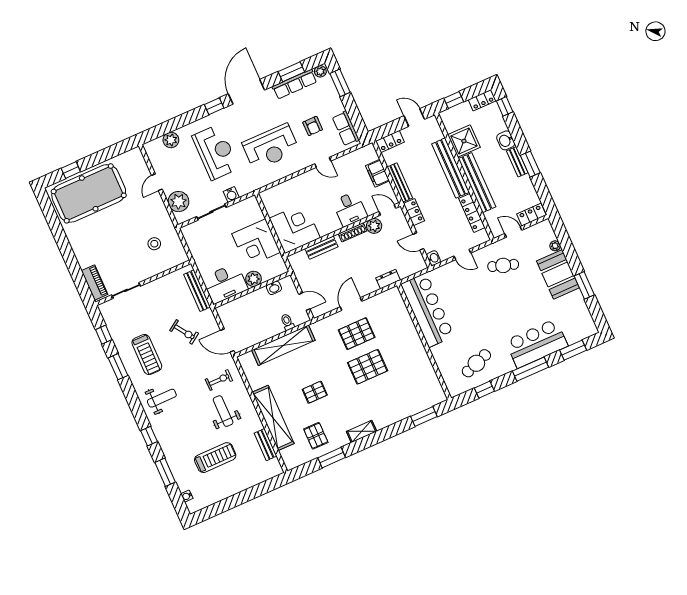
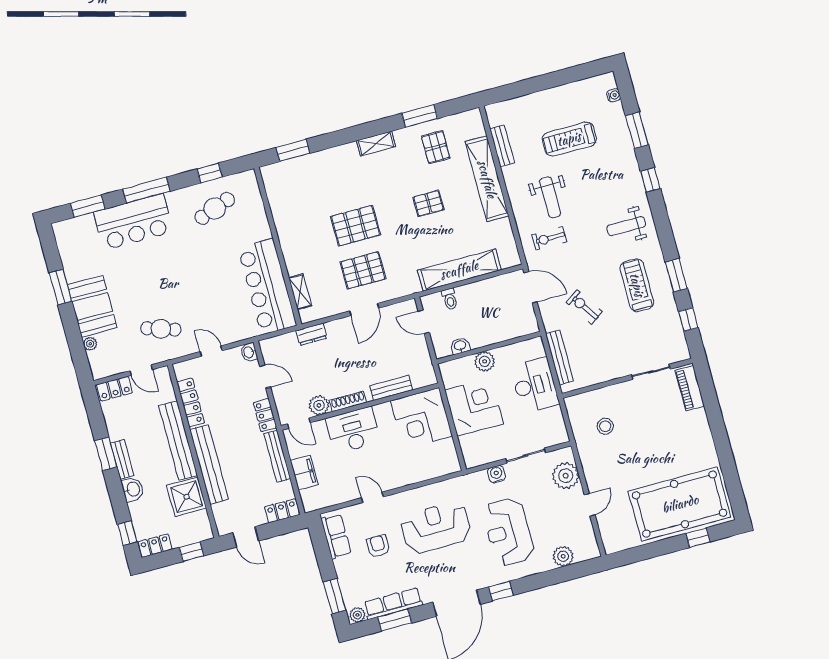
desk: (350, 209) -> (353, 430), width x1.37
desk: (225, 284) -> (535, 385), moved, turned 90
shelving: (402, 310) -> (300, 292), added

